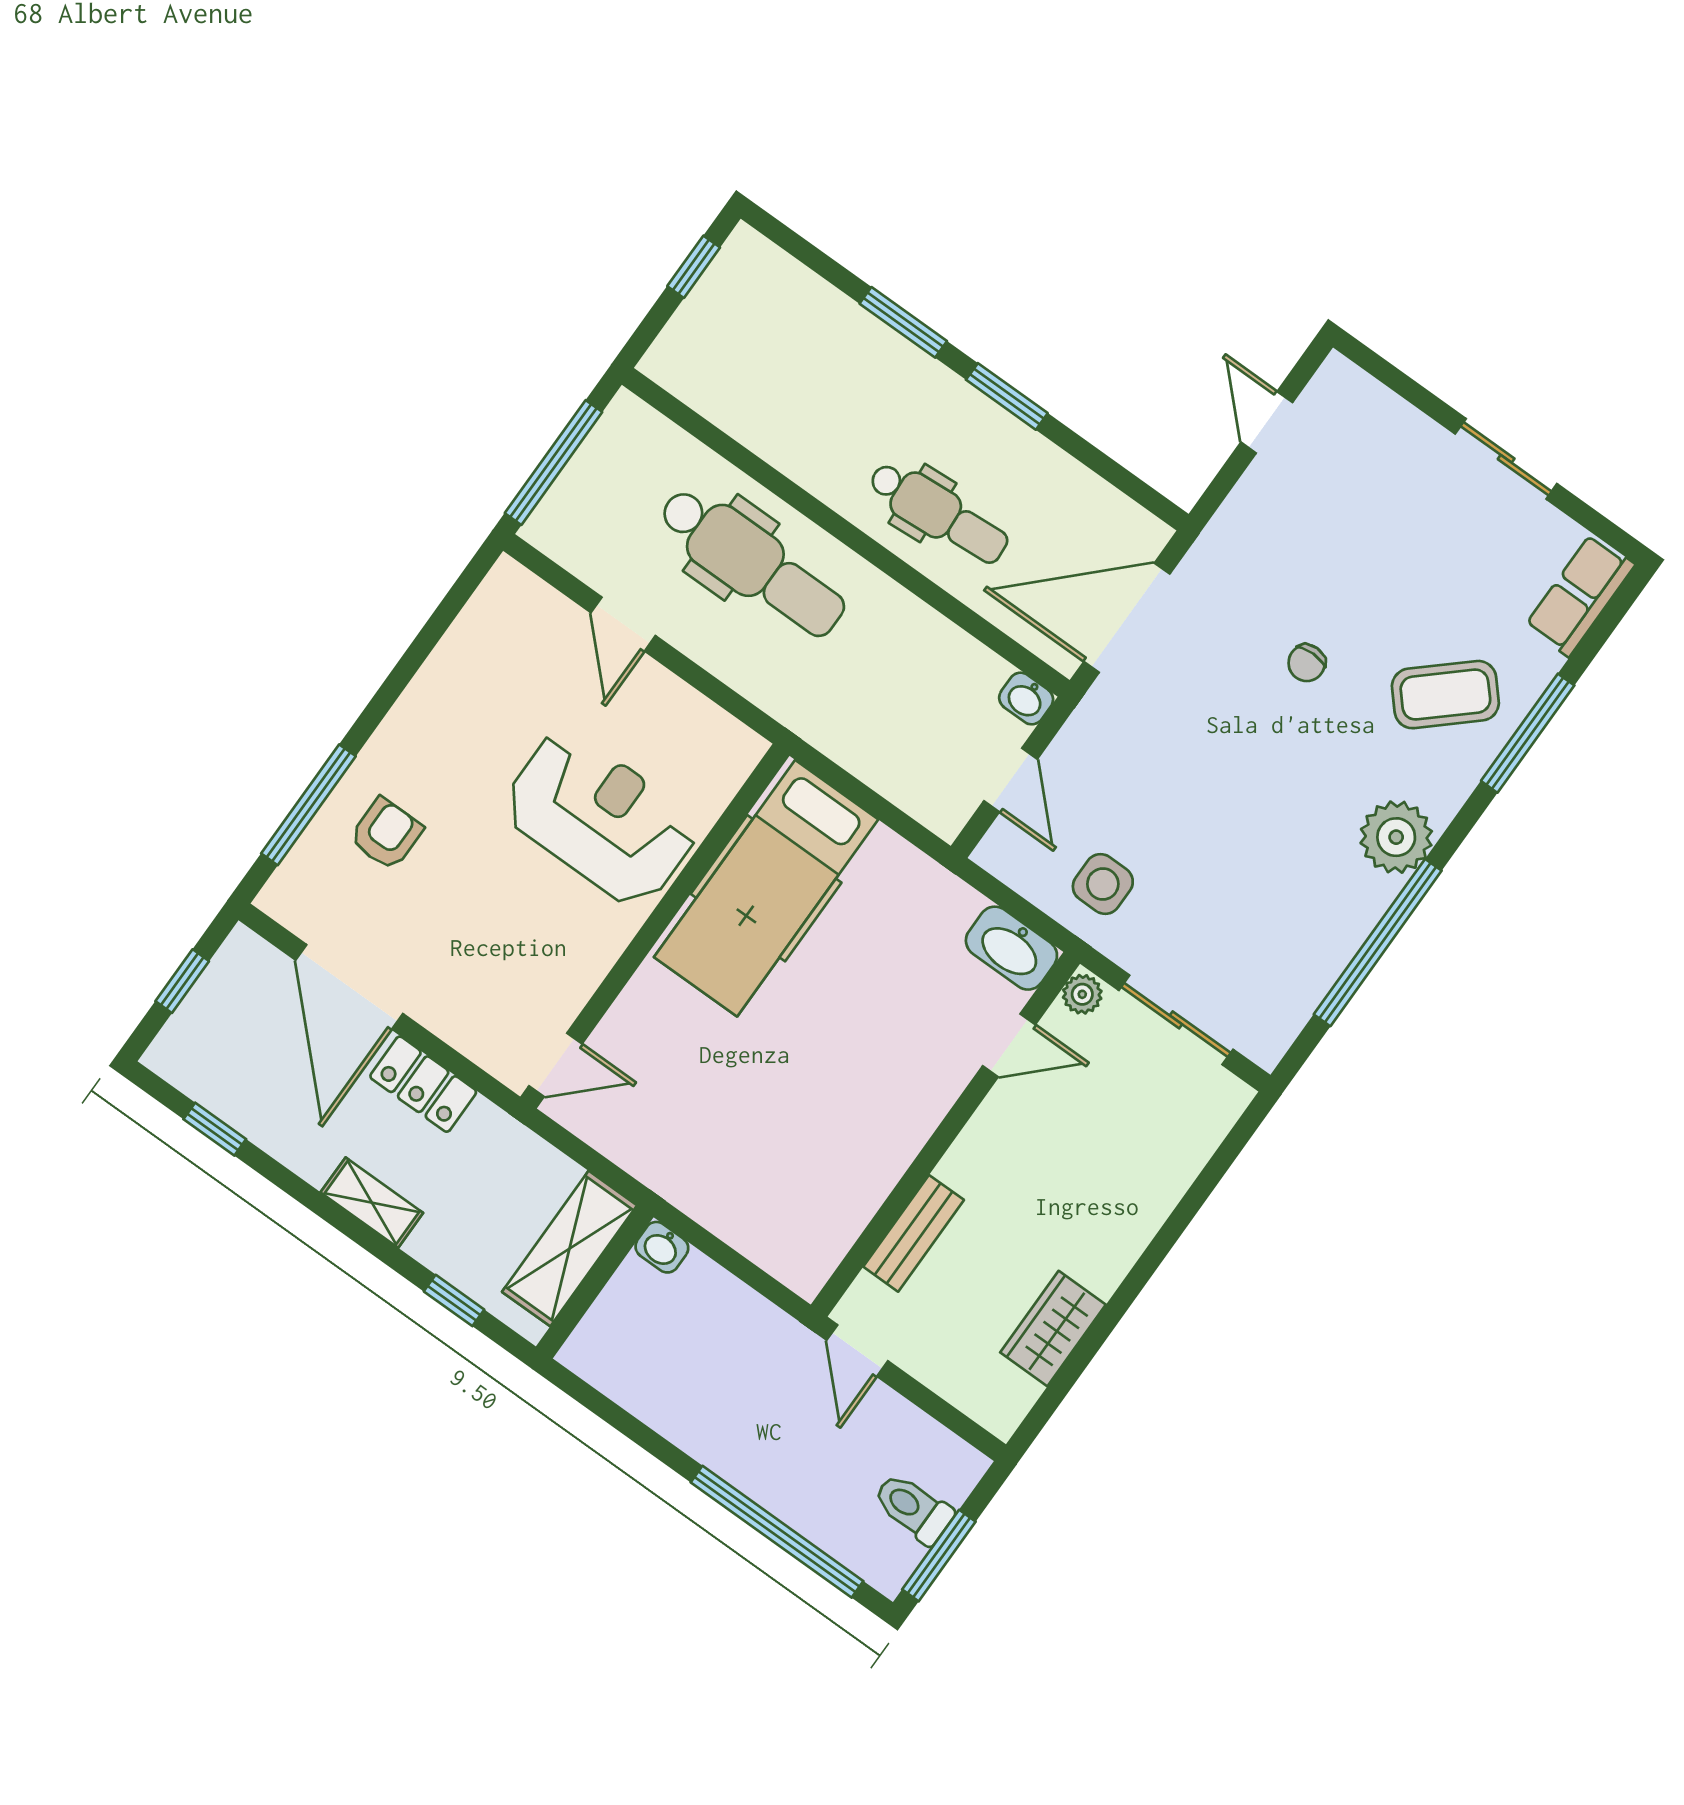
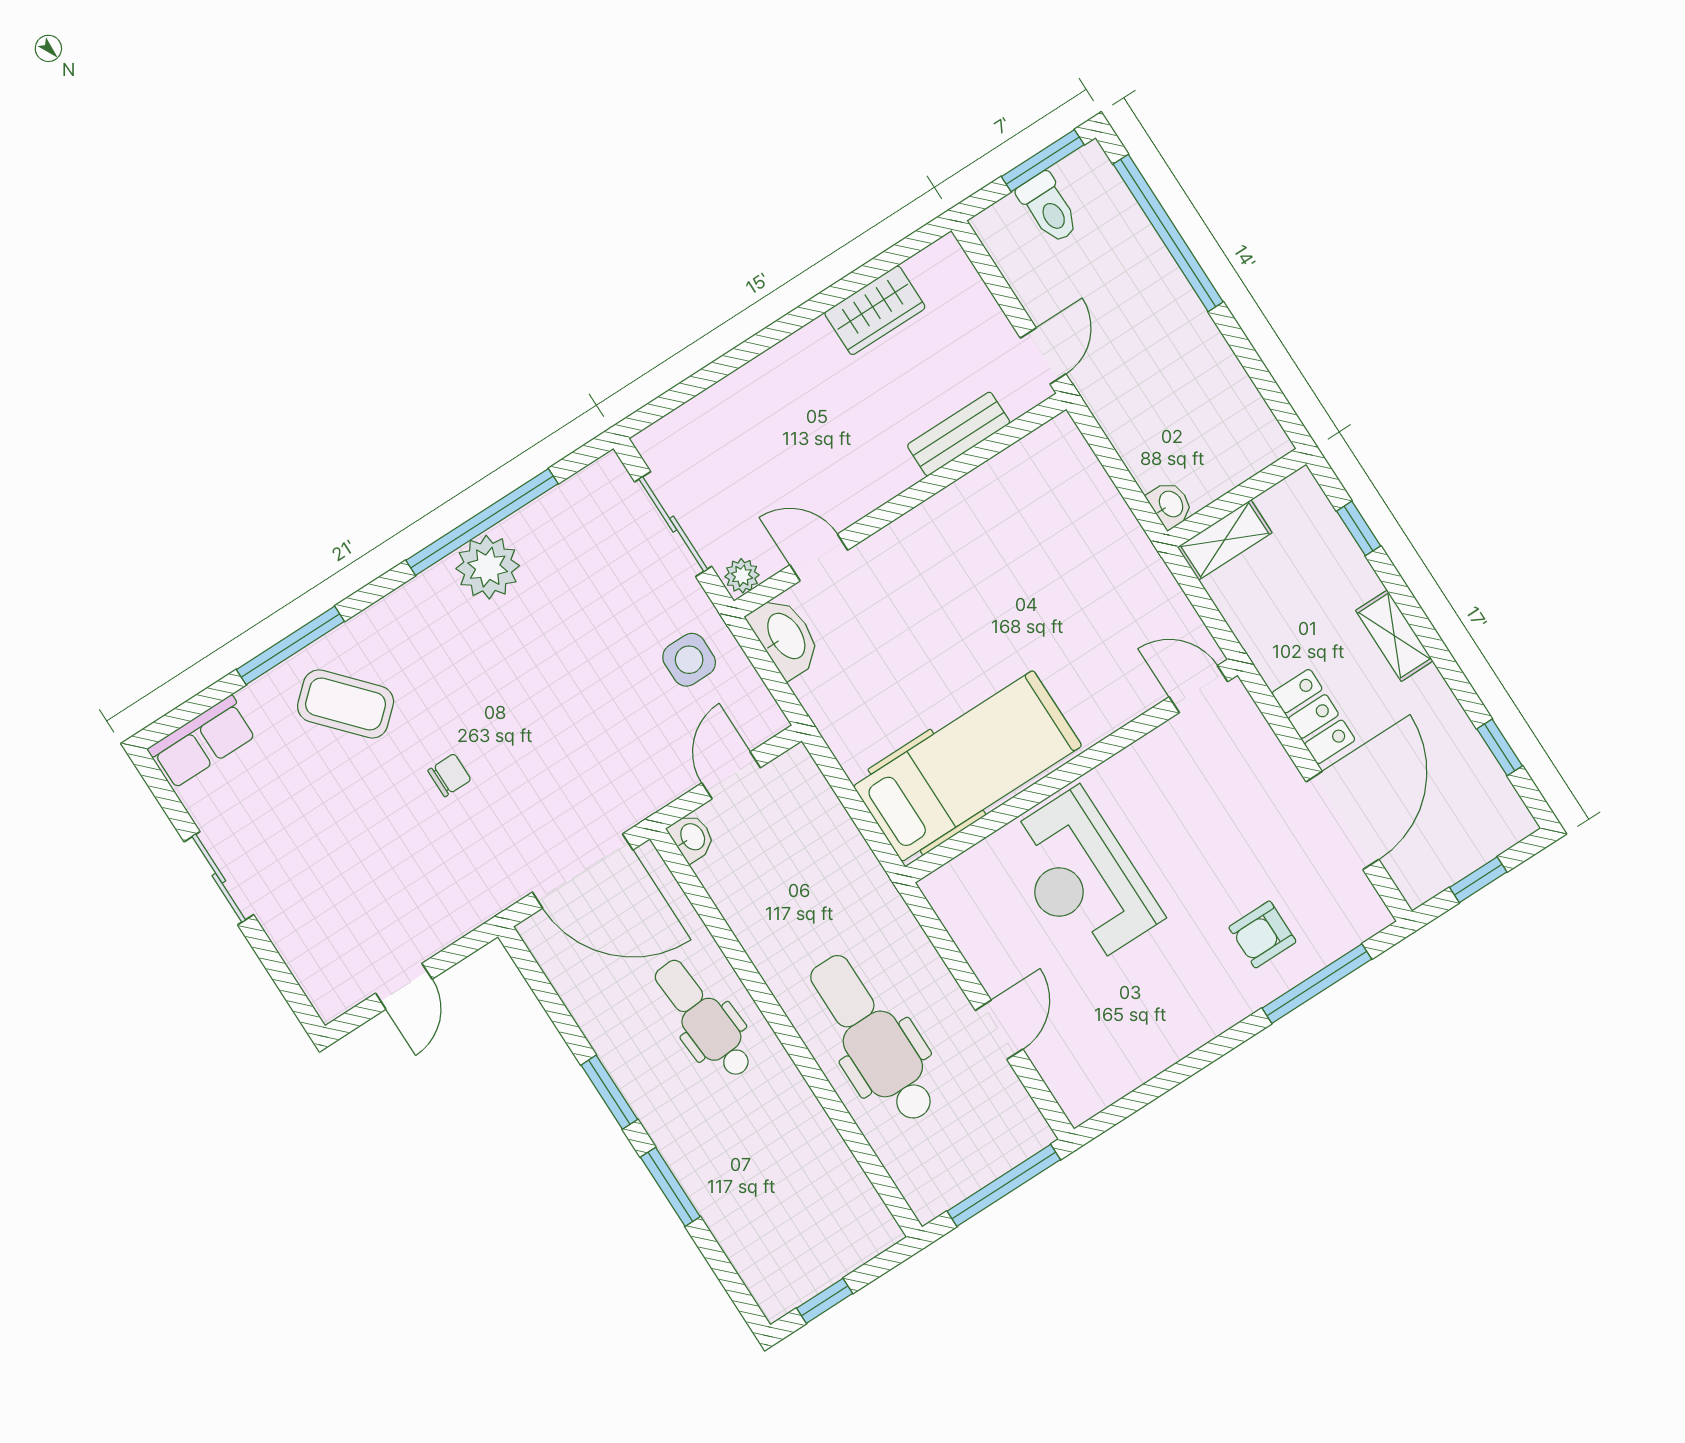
plant: (1396, 837) -> (488, 567), moved
shelving: (569, 1249) -> (1225, 540), width x0.67, depth x0.75

